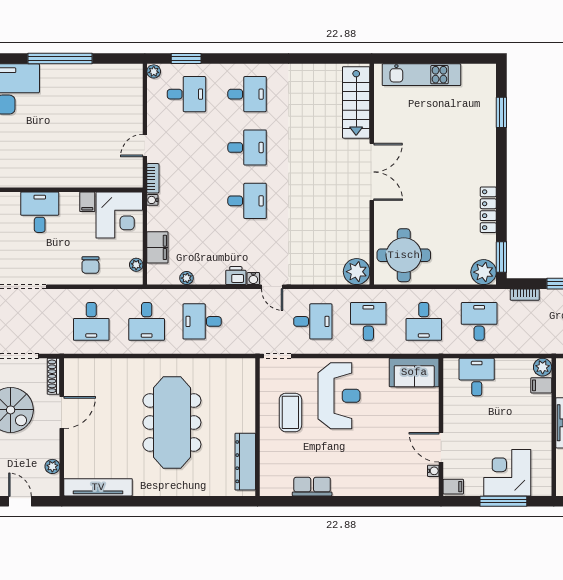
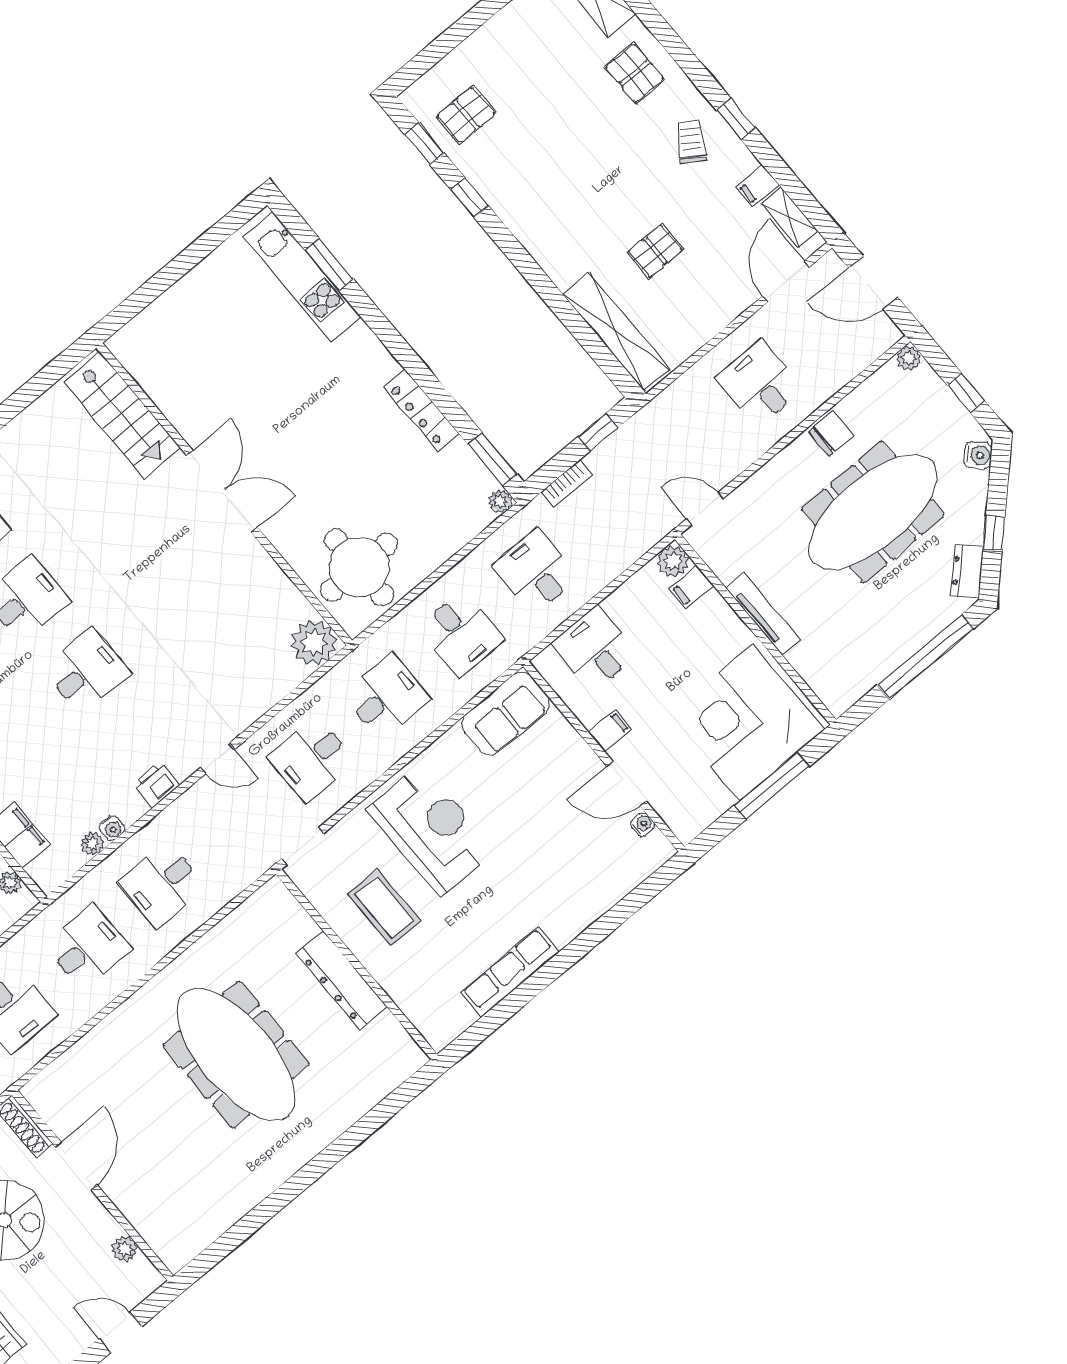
kitchen unit: (421, 75) -> (302, 276), moved, turned 90
plant: (484, 272) -> (500, 501), width x0.53, depth x0.53
water cooler: (253, 279) -> (112, 828), moved
desk: (147, 321) -> (88, 947), turned -90
desk: (313, 321) -> (312, 759), turned 180
desk: (368, 321) -> (386, 696), turned 90
dresser: (245, 462) -> (341, 980), moved
corner desk: (507, 473) -> (746, 722), width x1.36, depth x1.36
tv unit: (98, 487) -> (210, 1226), removed
row of seats: (312, 487) -> (510, 972), width x1.48
filing cabinet: (453, 487) -> (610, 731), moved

